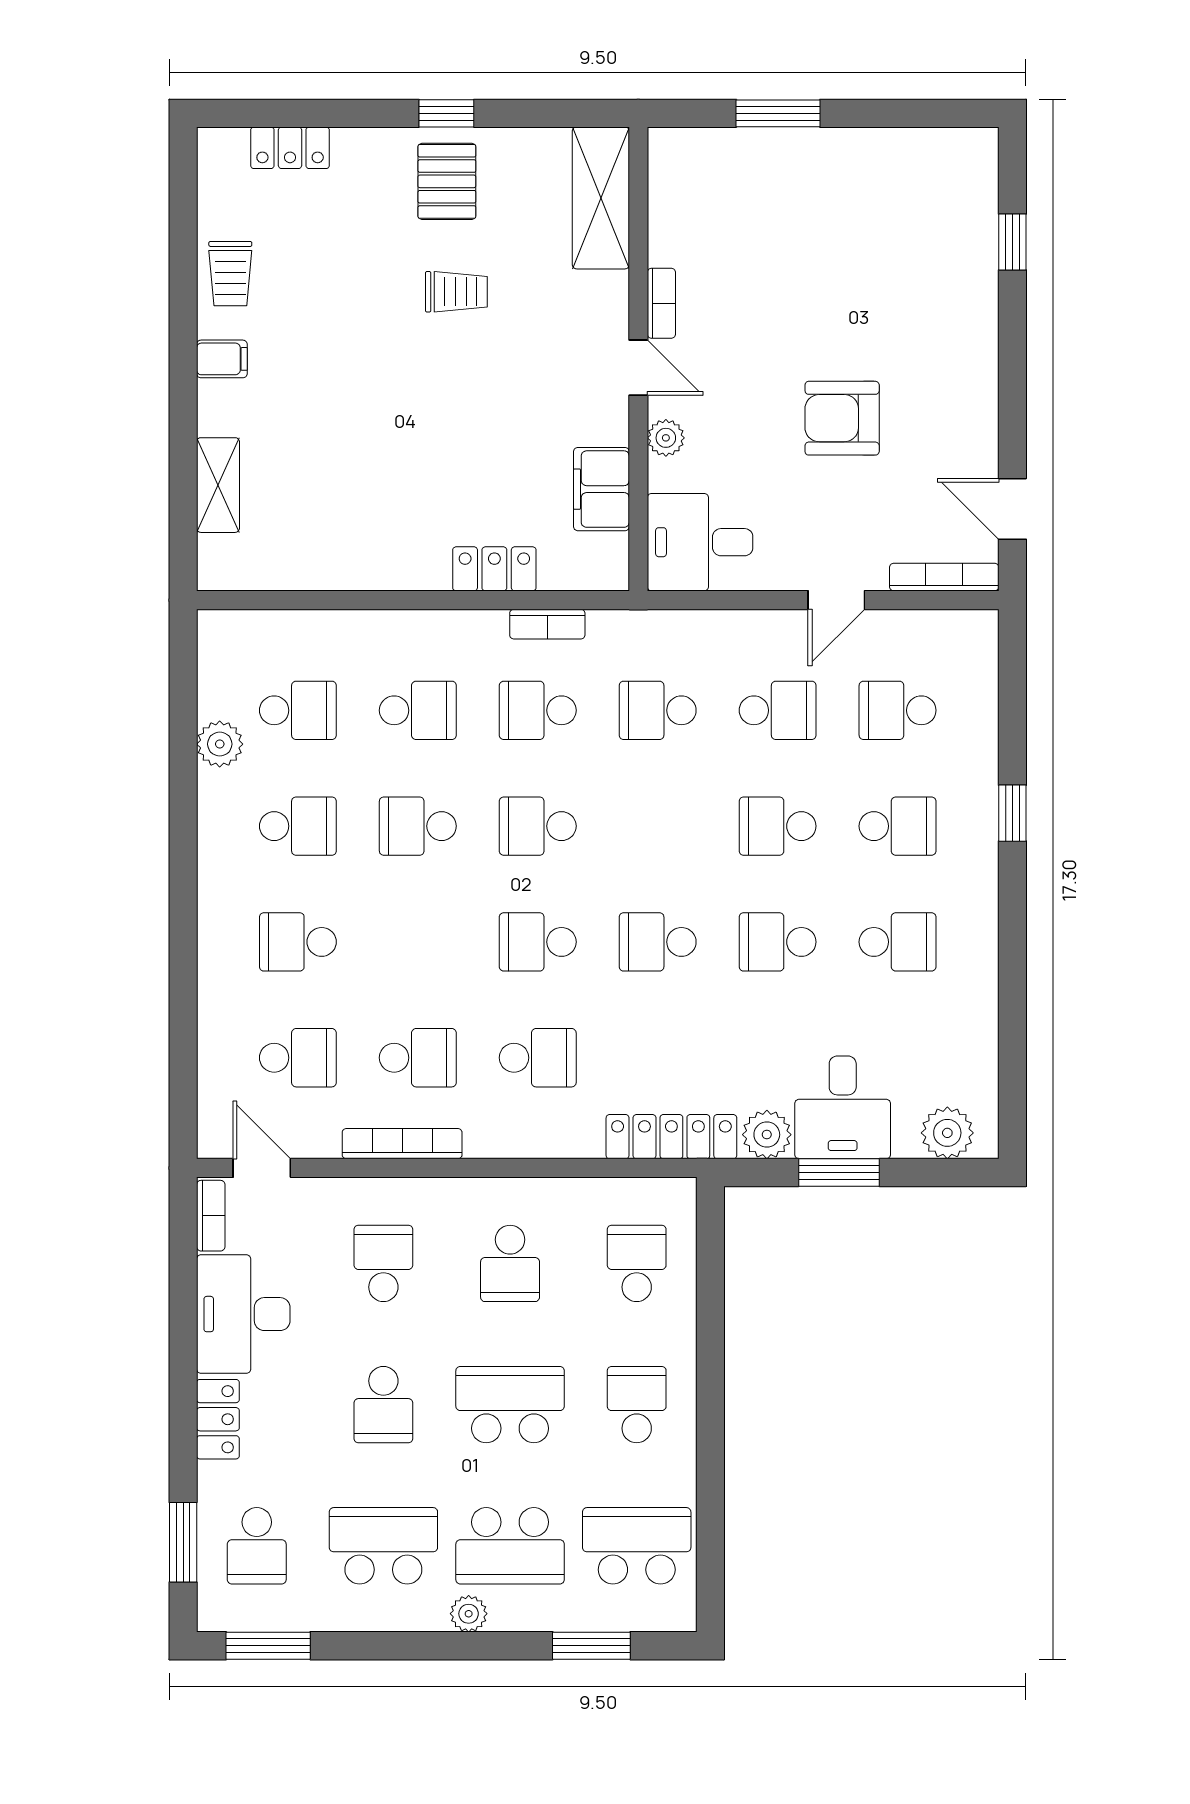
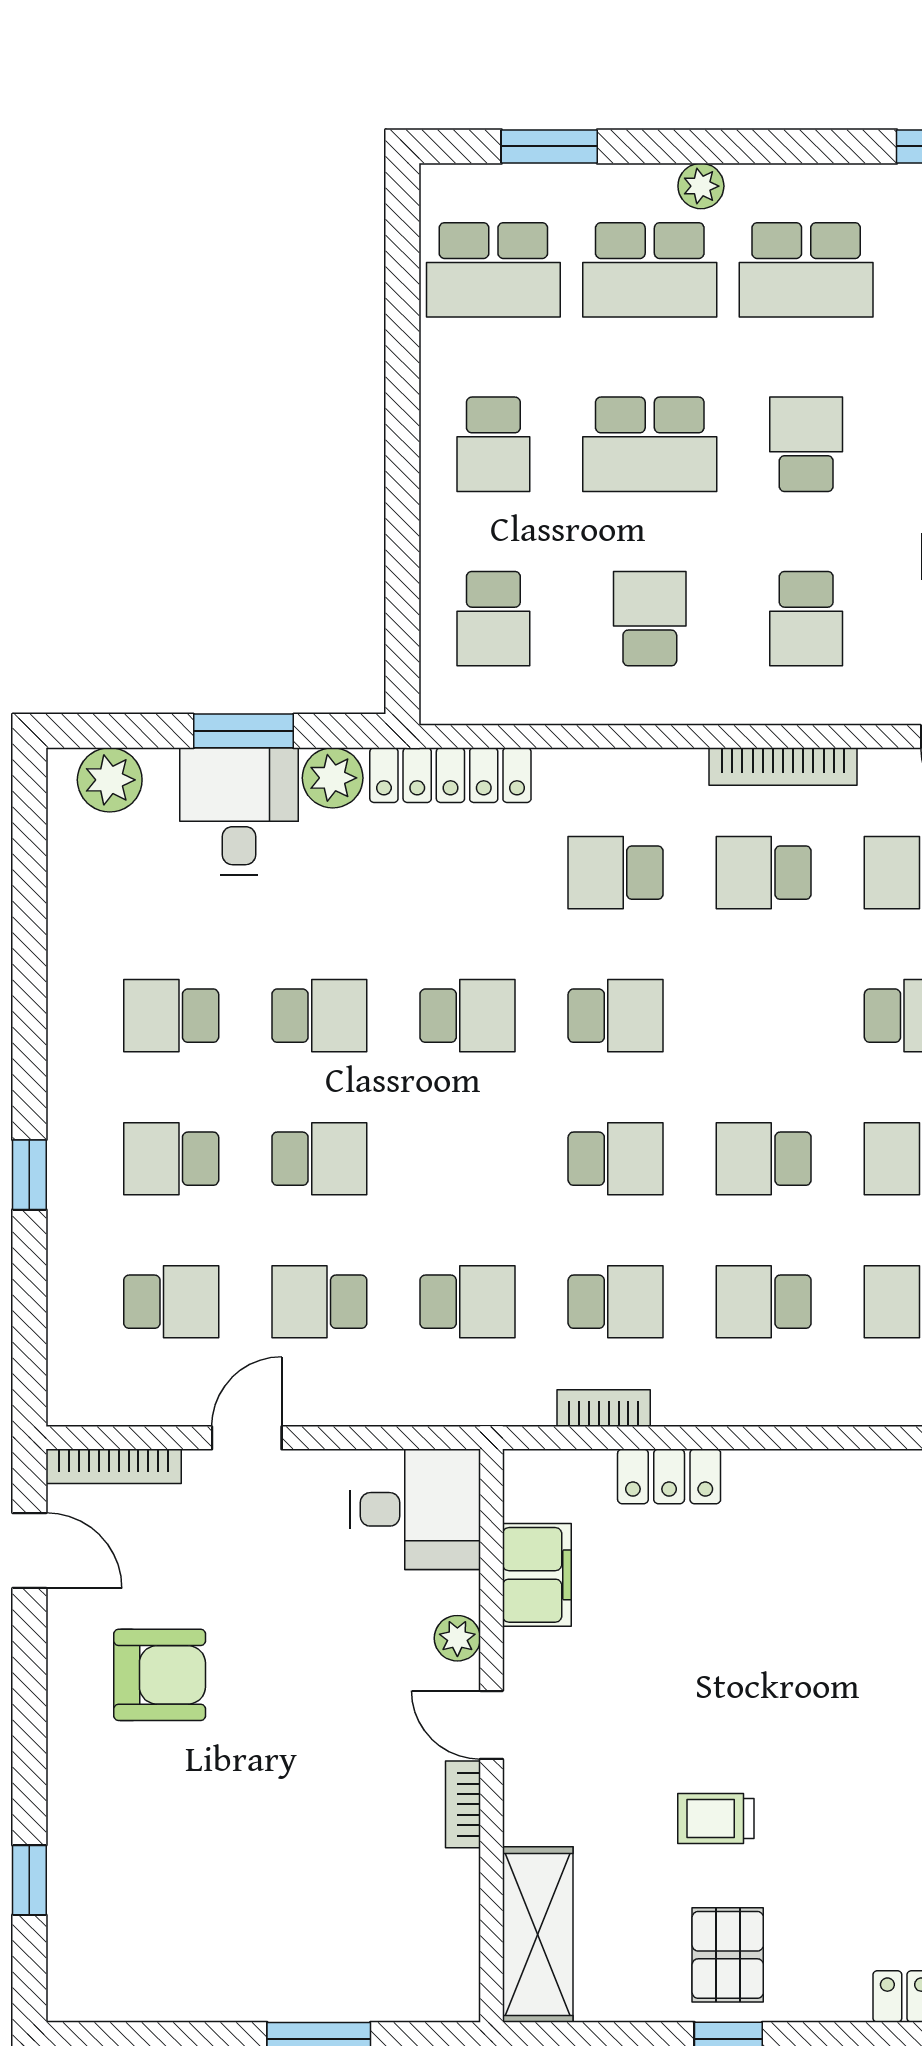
armchair: (842, 418) -> (160, 1675), moved
school desk: (418, 826) -> (764, 1159), turned 180
school desk: (510, 1546) -> (650, 270), turned 180

